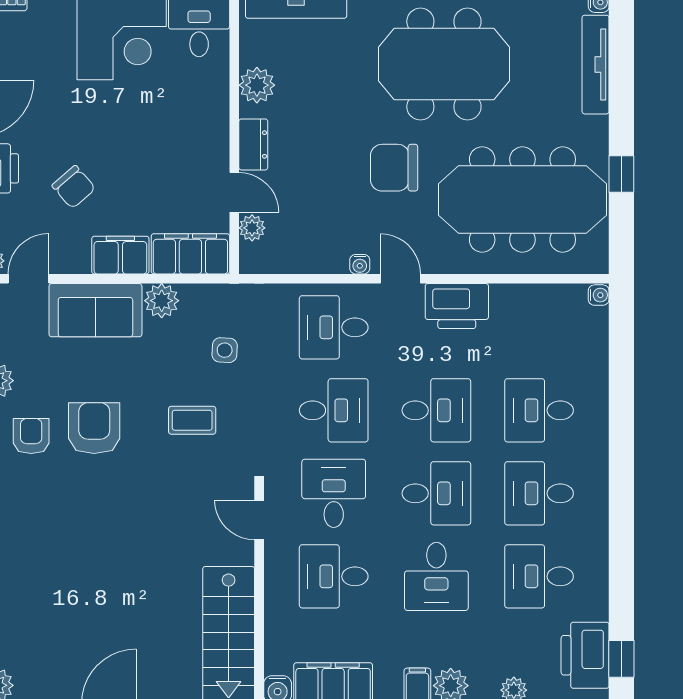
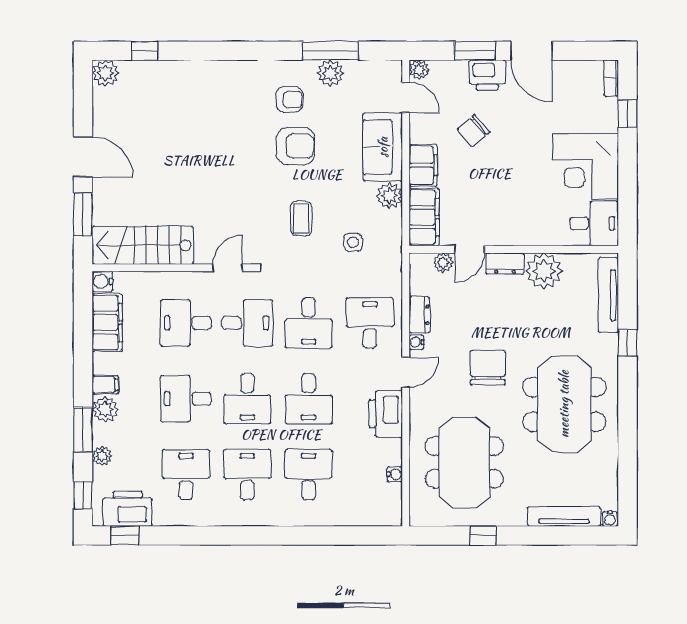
plant: (257, 85) -> (544, 271), width x1.36, depth x1.36
meeting table: (522, 199) -> (464, 462), width x0.73
dresser: (323, 260) -> (419, 315), added
water cooler: (599, 295) -> (395, 474), moved, turned -90
desk: (334, 576) -> (186, 323), turned -90

